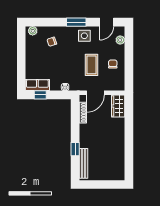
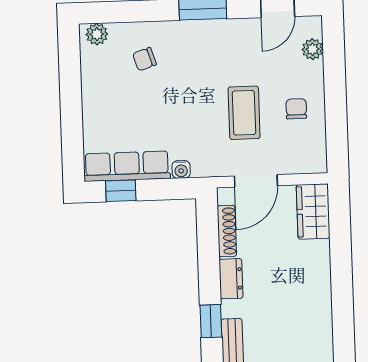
side table: (84, 36) -> (224, 42), removed
row of seats: (37, 85) -> (127, 166), width x1.48
dresser: (84, 132) -> (231, 279), added

